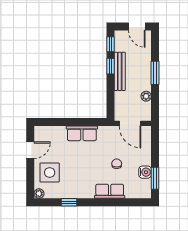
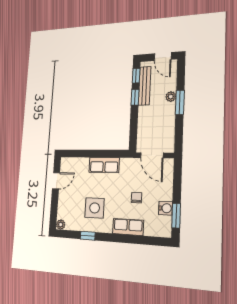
bench: (120, 71) -> (145, 86), moved
plant: (146, 96) -> (171, 97), moved
side table: (50, 173) -> (95, 208), moved

